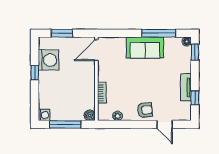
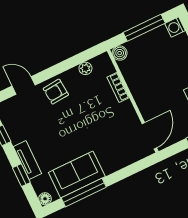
sofa: (145, 48) -> (77, 174), moved
window: (195, 52) -> (21, 175), moved
tv unit: (186, 87) -> (27, 160), moved

